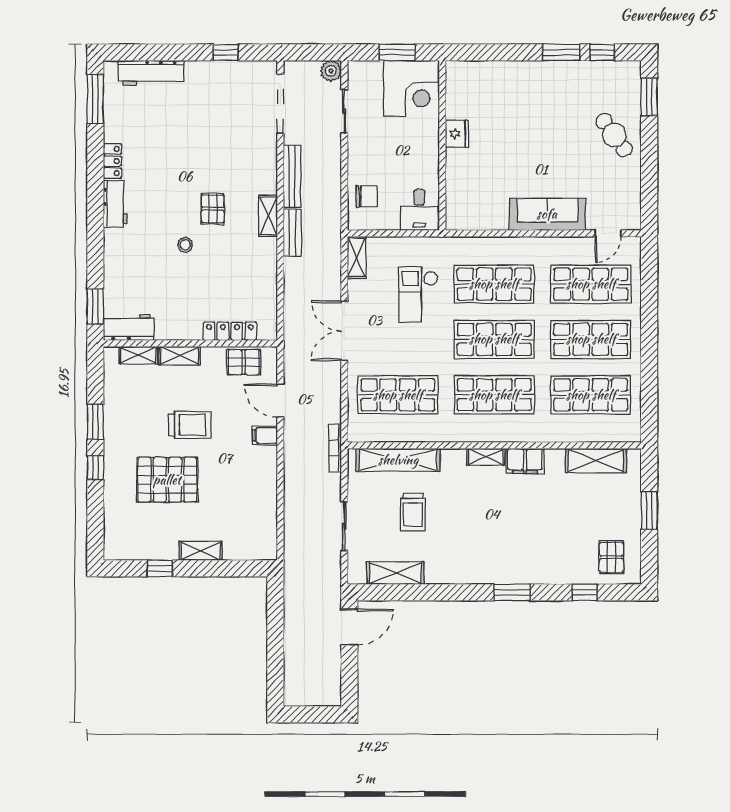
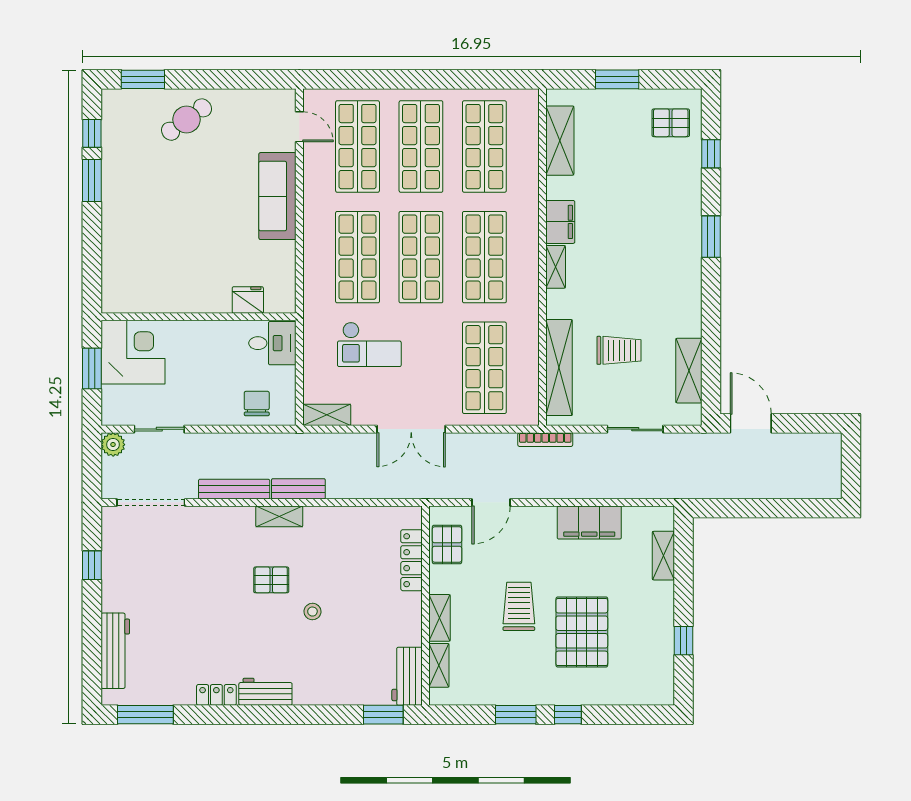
fridge: (457, 134) -> (248, 300), moved
filing cabinet: (265, 435) -> (589, 523), moved, width x3.00, depth x1.17
shelving: (201, 551) -> (663, 556), moved

